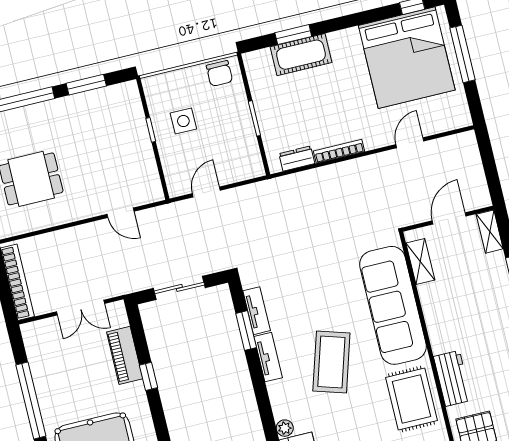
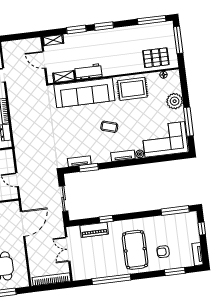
door: (121, 213) -> (23, 224), width x1.88
double door: (80, 308) -> (68, 249), swing flipped
tv unit: (268, 357) -> (123, 156), moved
coffee table: (331, 362) -> (109, 127), width x0.54, depth x0.58
workbench: (452, 378) -> (88, 72), moved

